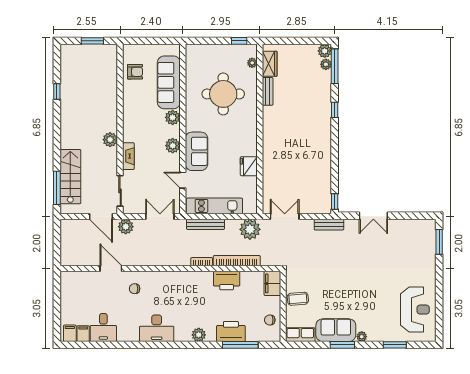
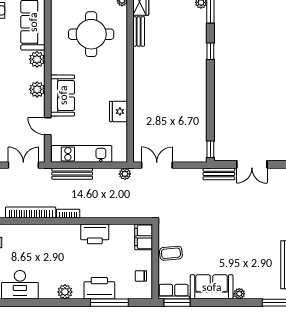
bench: (329, 225) -> (219, 174), moved
plant: (250, 229) -> (125, 174), width x0.53, depth x0.53
bookcase: (237, 261) -> (31, 213), moved
window: (342, 345) -> (177, 303), moved

